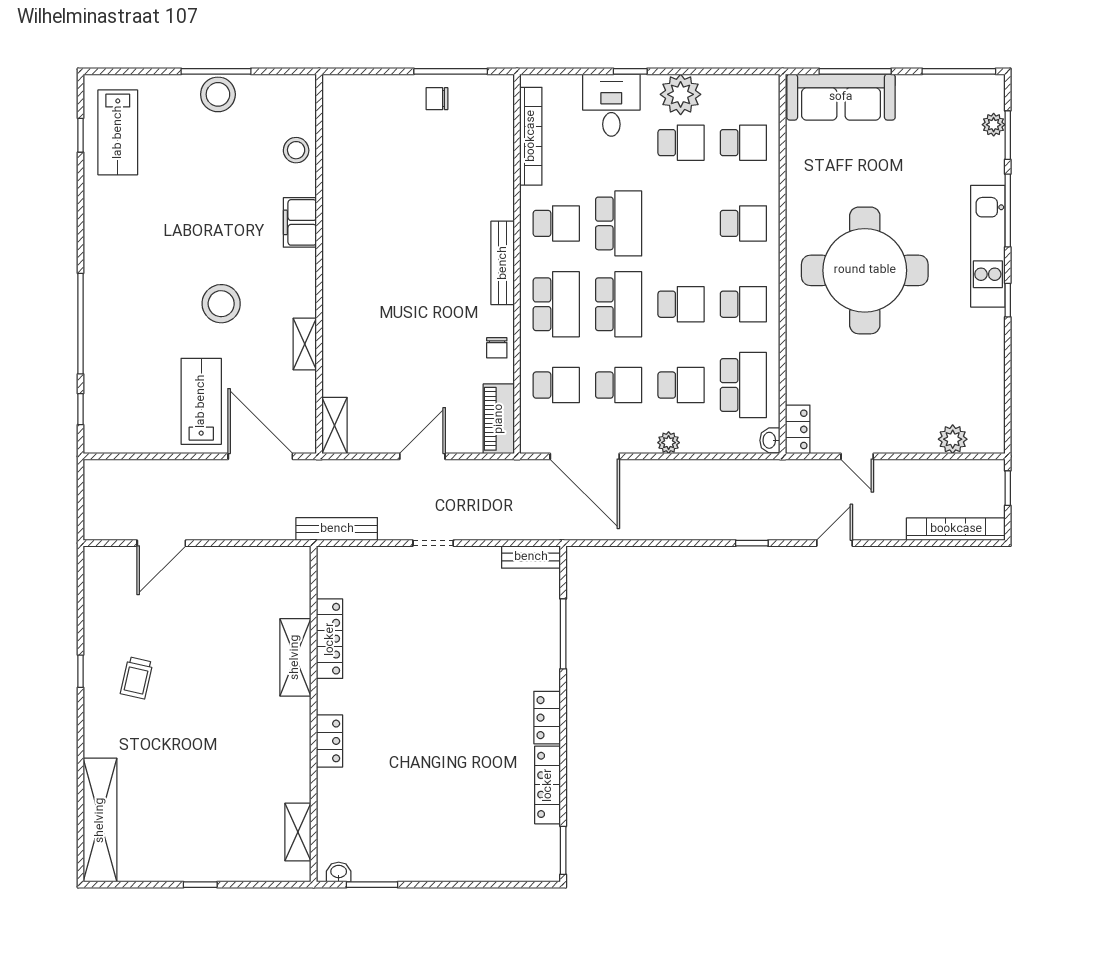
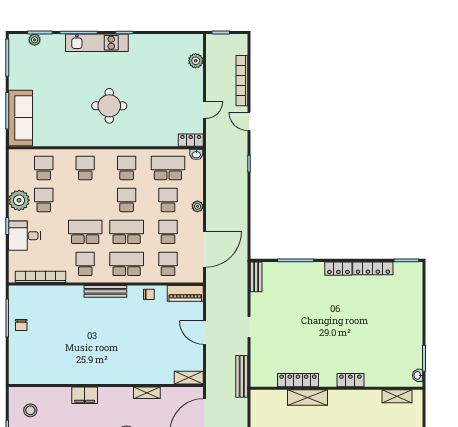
stool: (296, 150) -> (30, 410), moved
round table: (865, 270) -> (109, 106), width x0.54, depth x0.54
bookcase: (956, 529) -> (242, 81), moved

